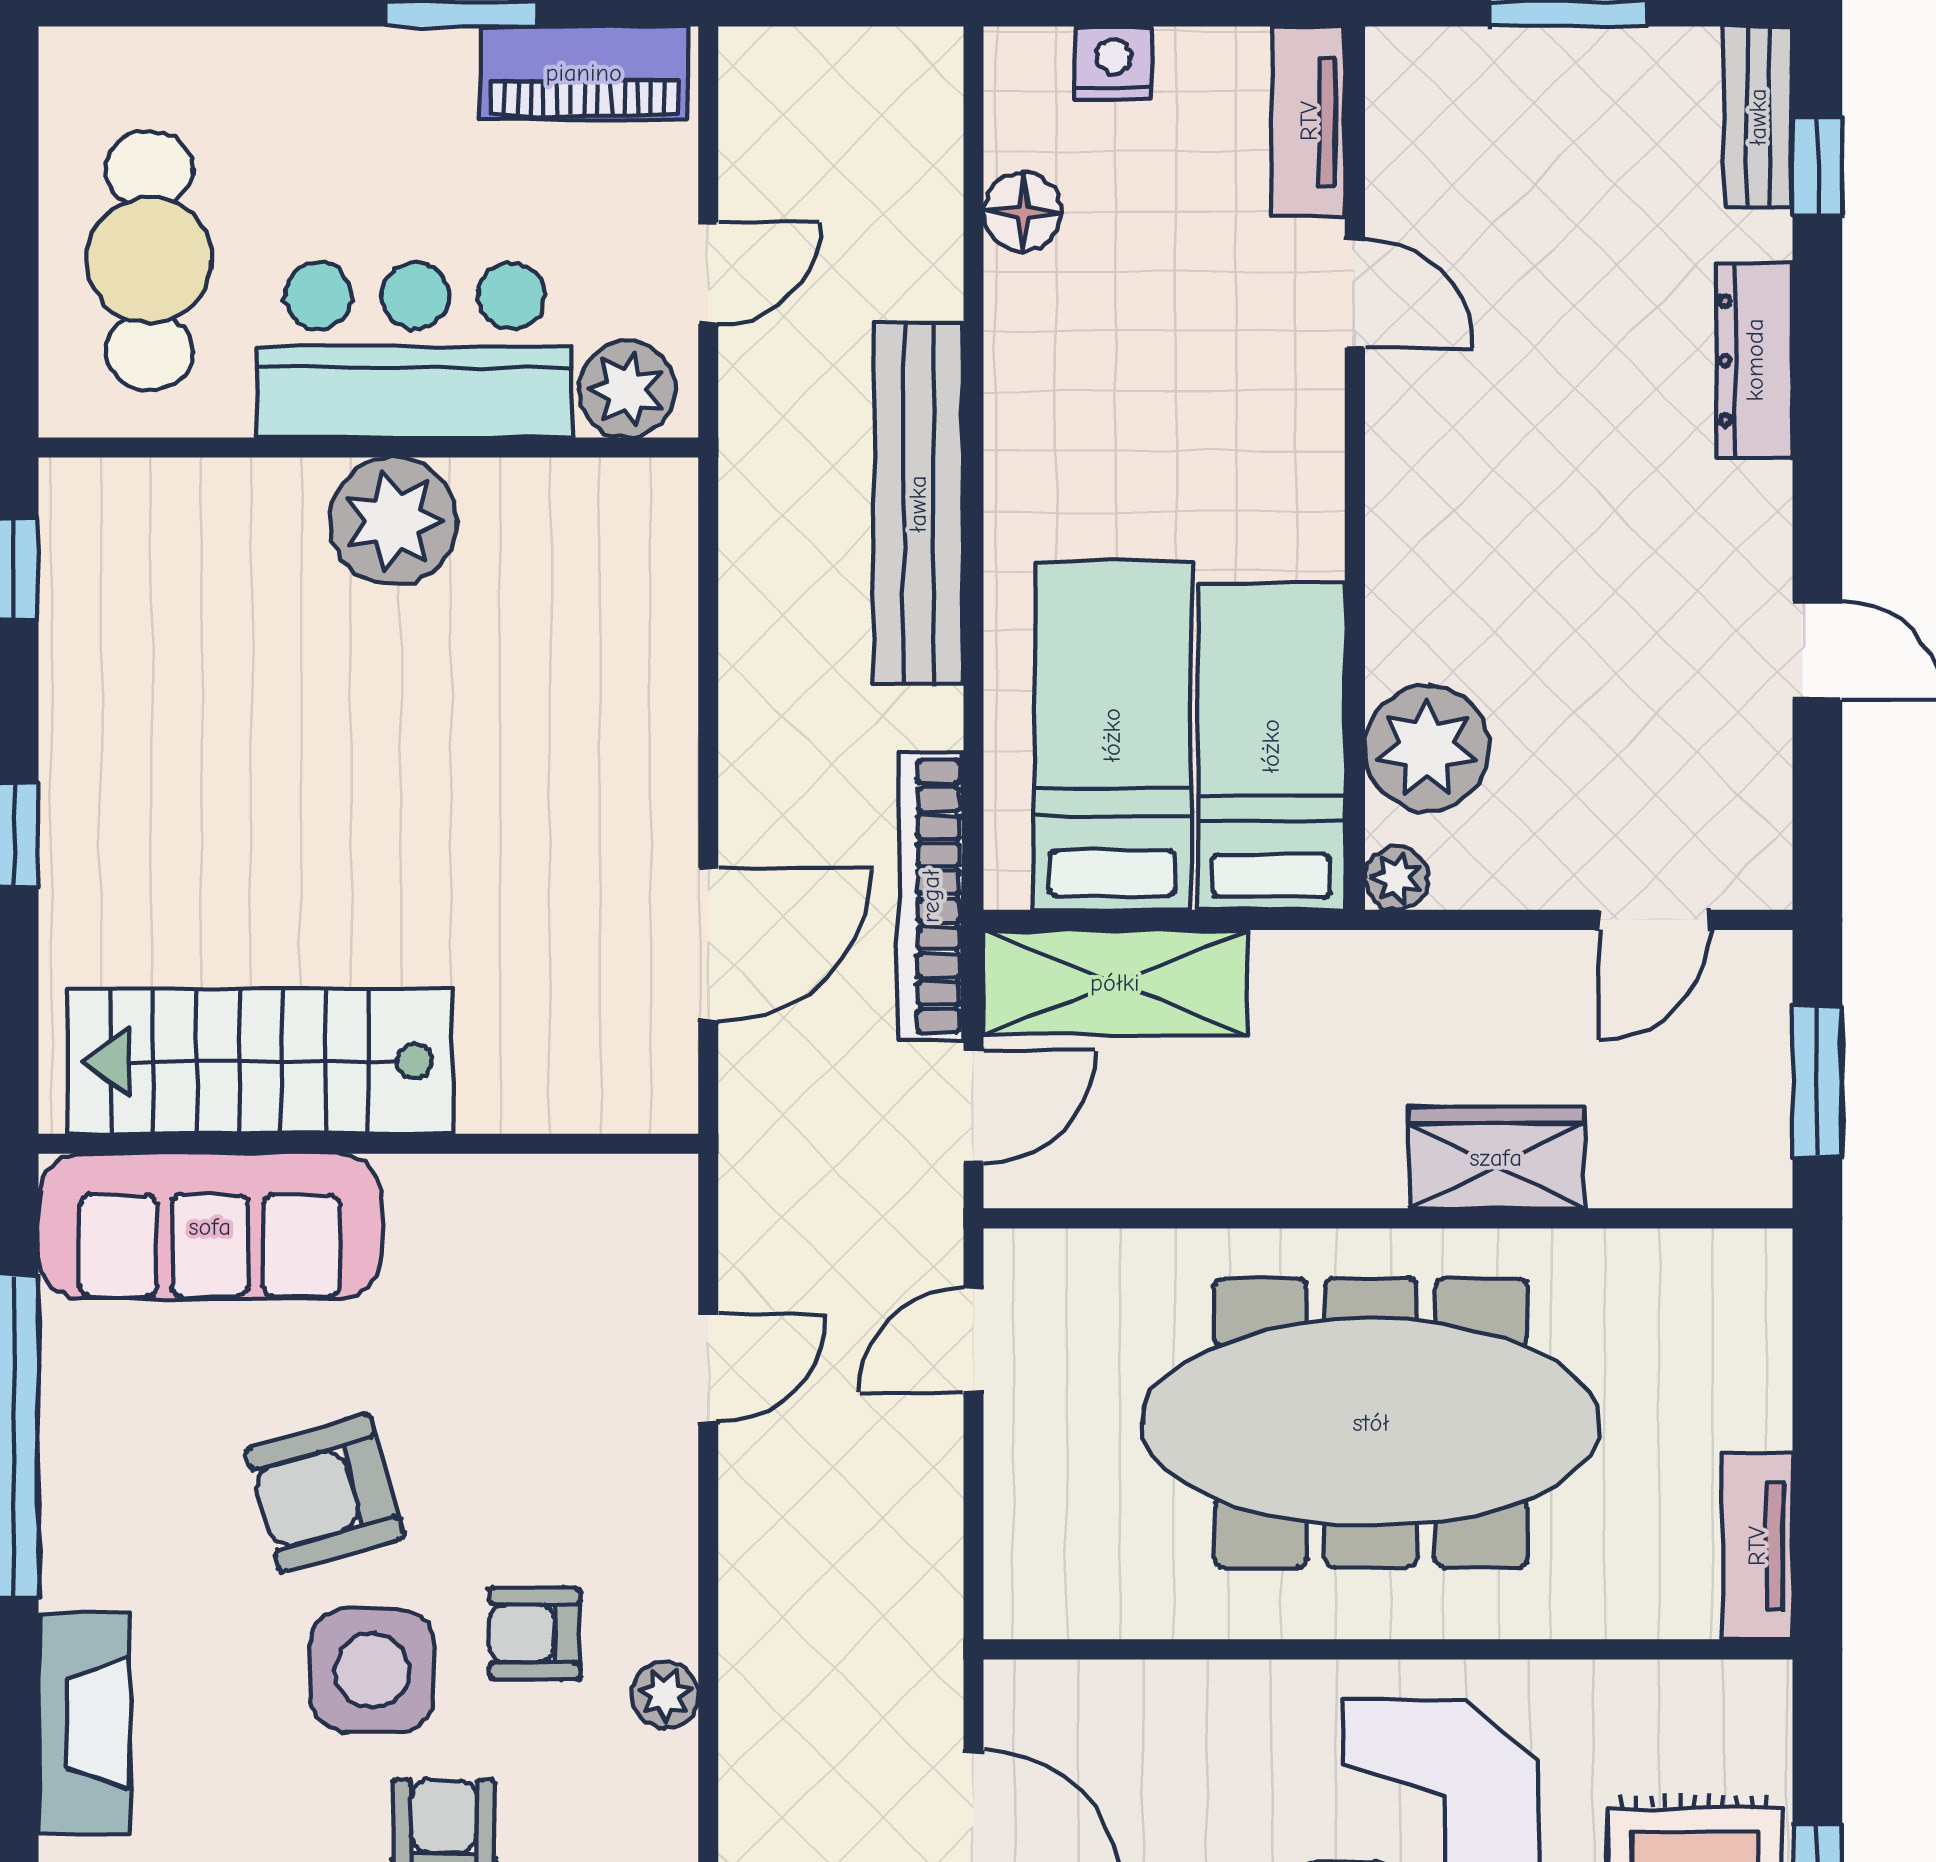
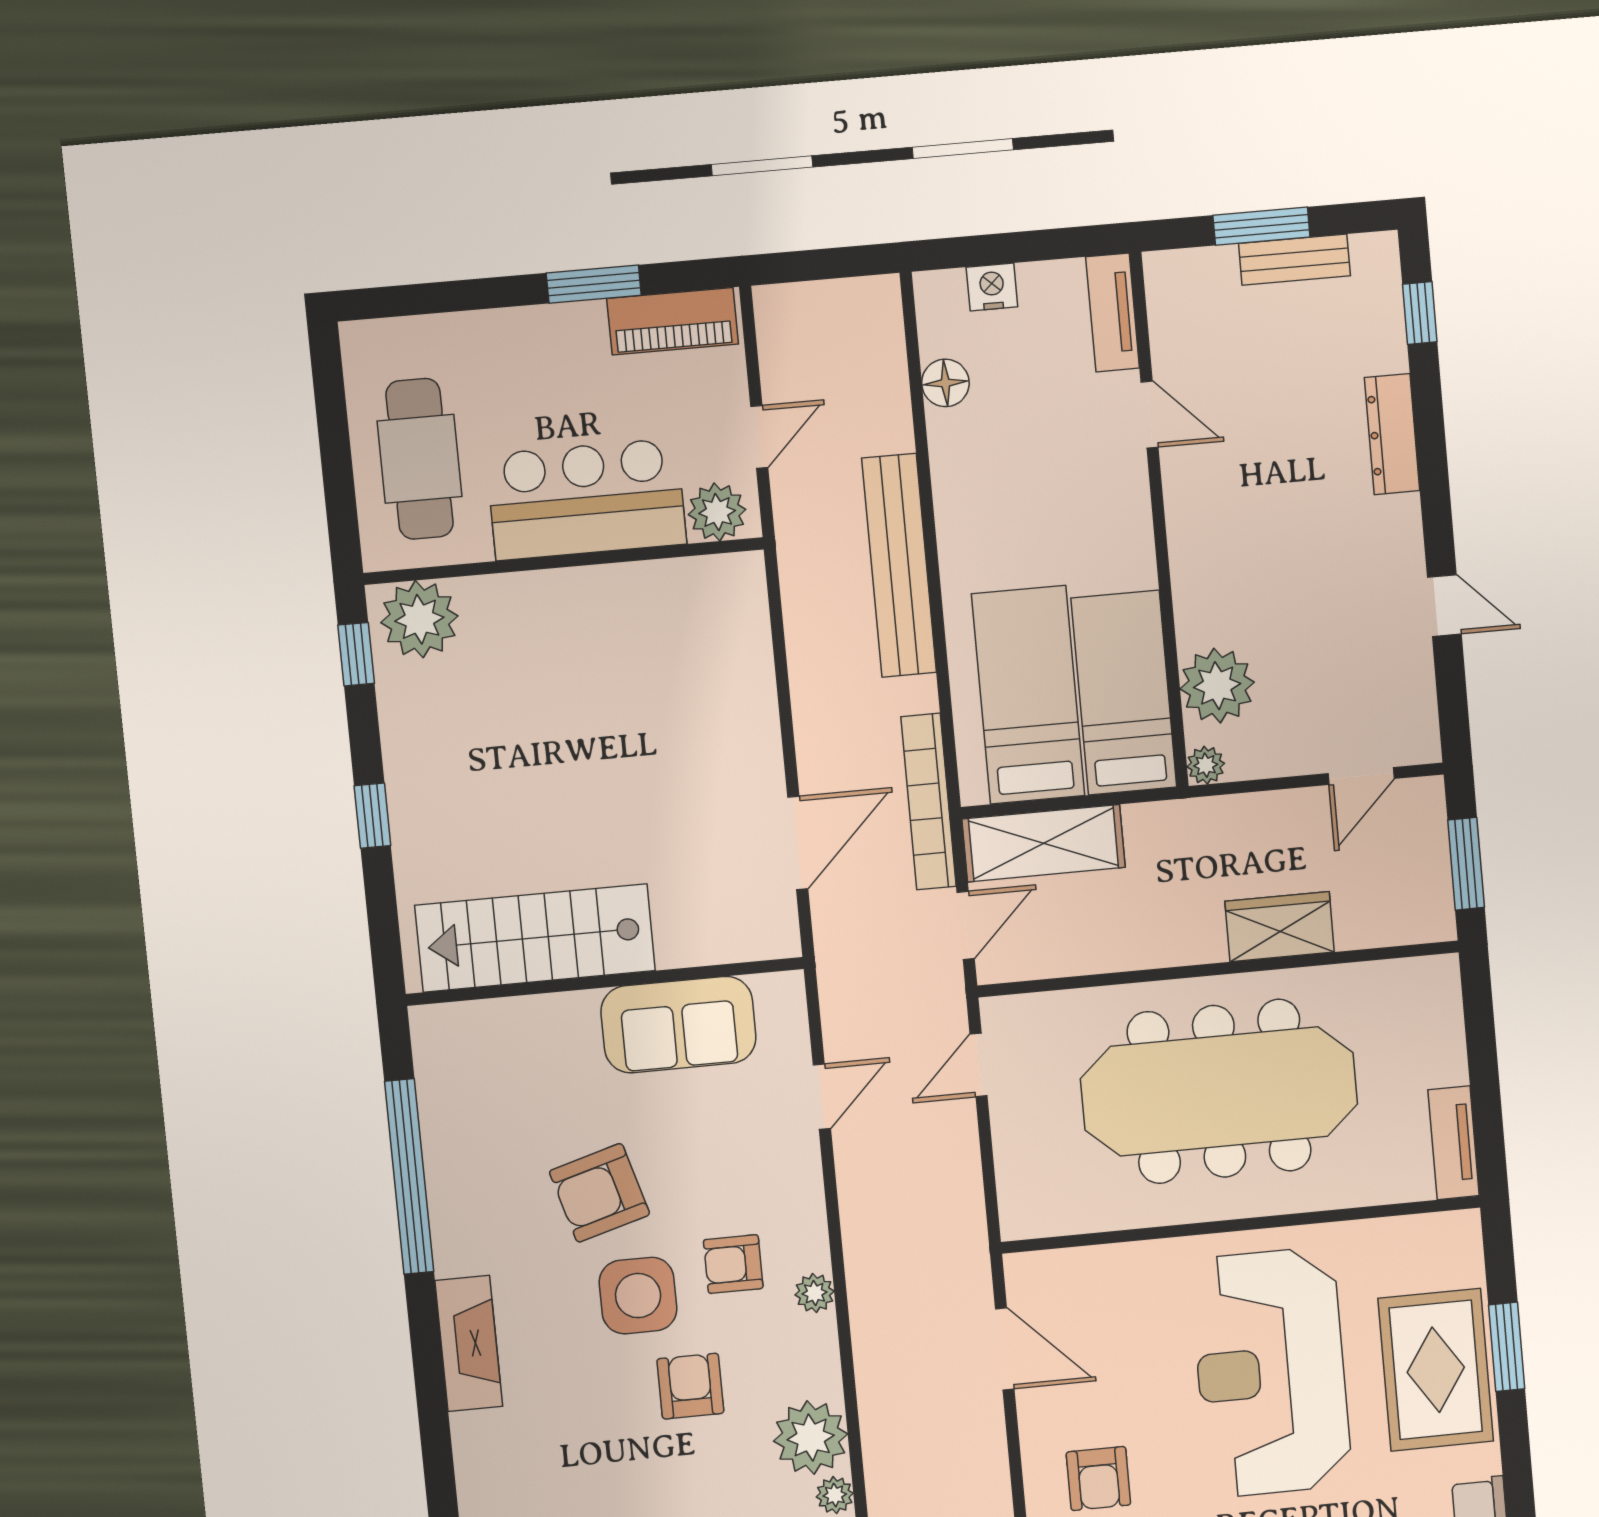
bench: (1758, 117) -> (1294, 260), moved, turned 90
plant: (394, 521) -> (419, 619), moved
sofa: (210, 1227) -> (678, 1025), moved, width x0.73

